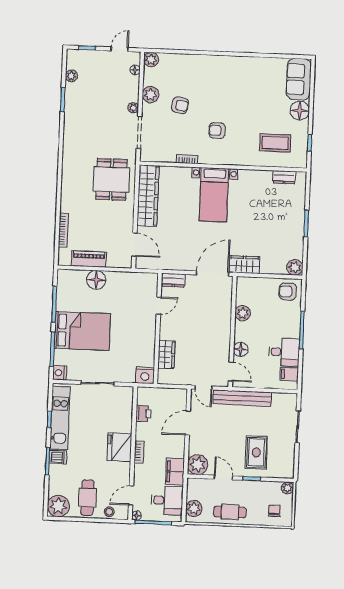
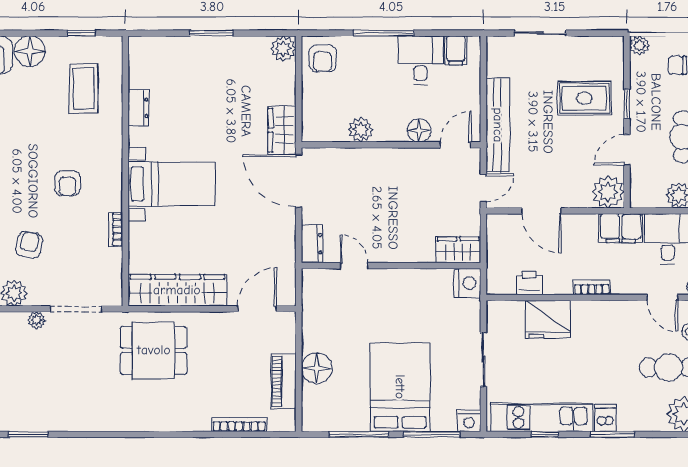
dresser: (284, 177) -> (138, 108), moved
wardrobe: (166, 355) -> (458, 250), moved
fridge: (119, 447) -> (548, 319), moved

